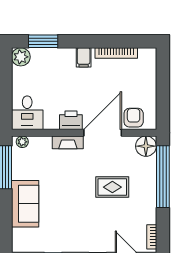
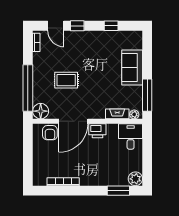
filing cabinet: (84, 57) -> (88, 178), removed
fireplace: (68, 142) -> (117, 114), moved

